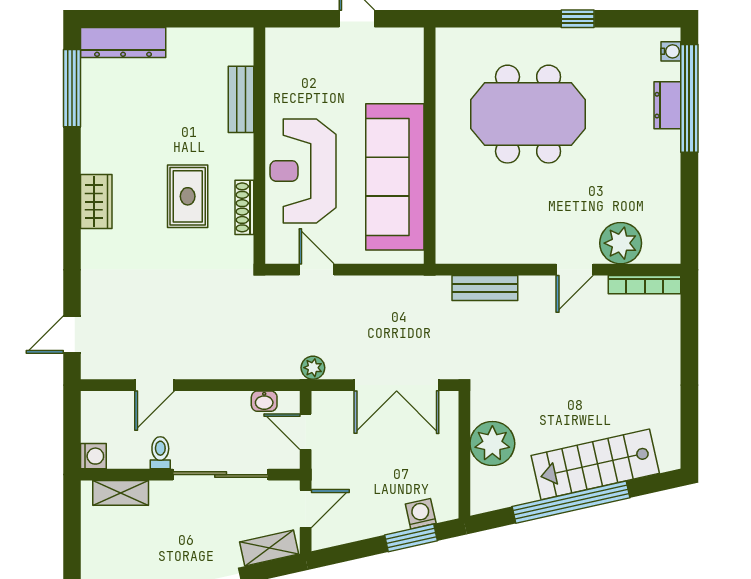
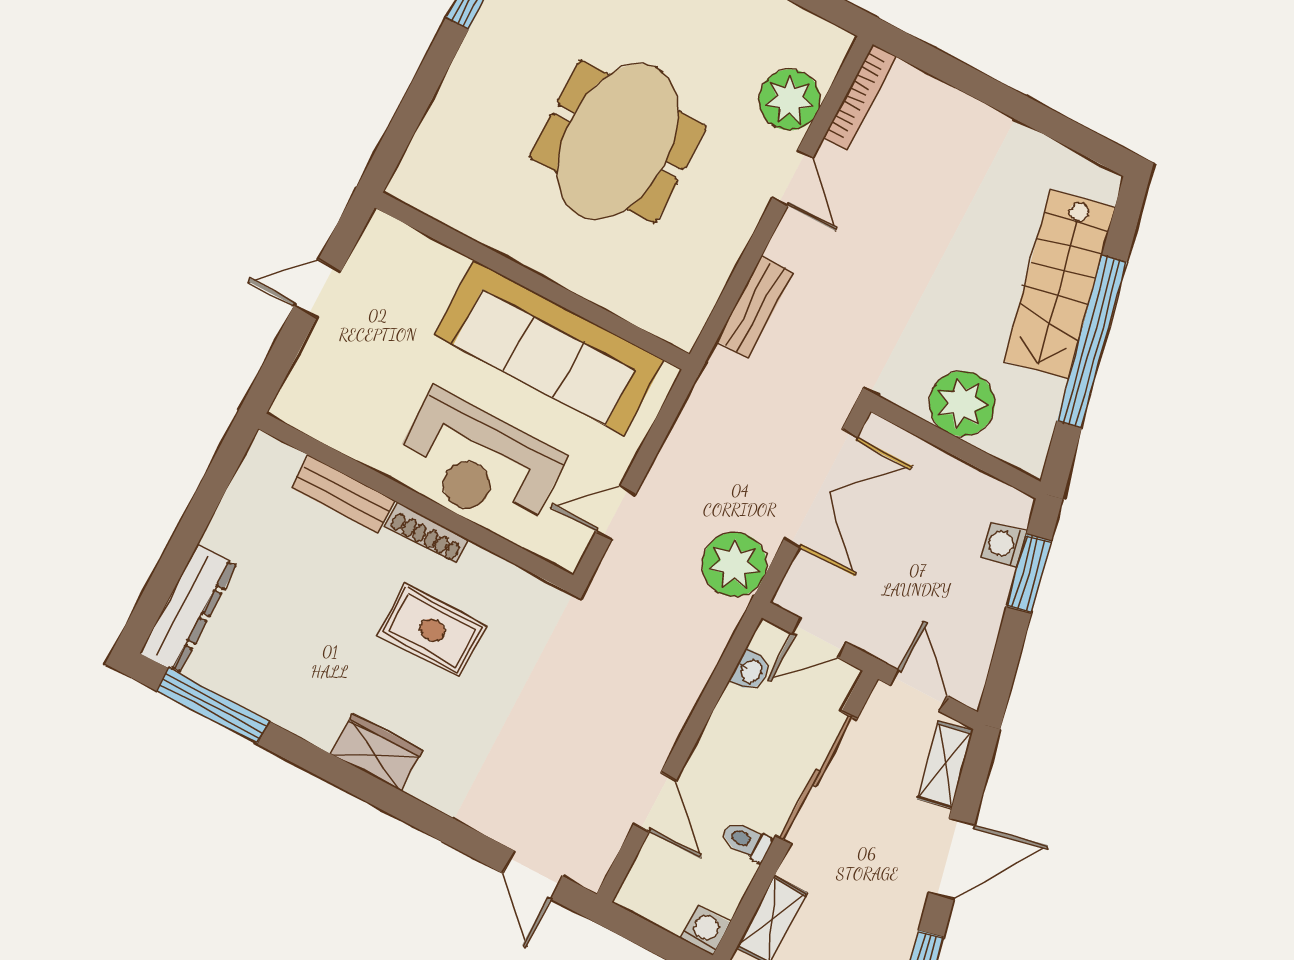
meeting table: (528, 114) -> (618, 142), moved
shoe rack: (244, 207) -> (427, 533), moved
plant: (313, 368) -> (734, 564), width x1.88, depth x1.88

